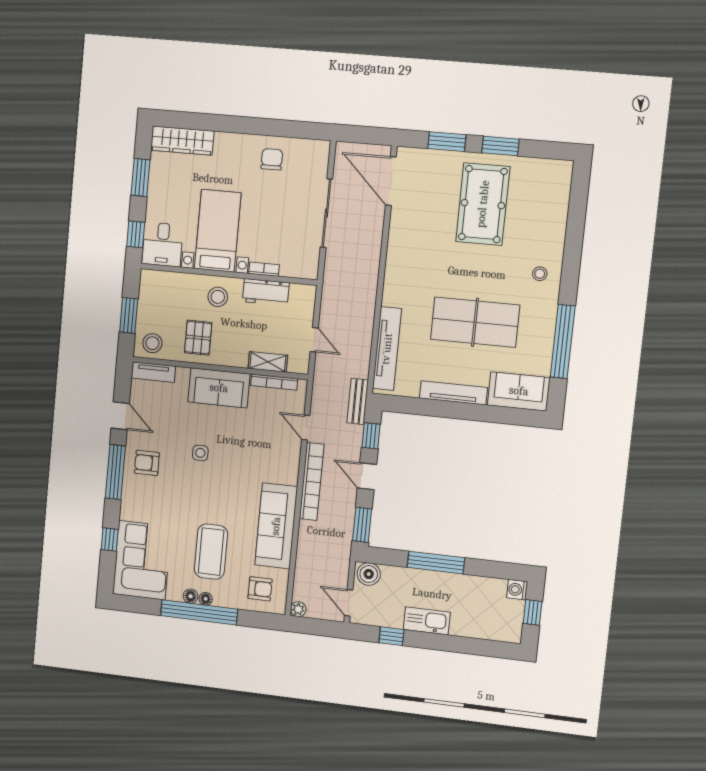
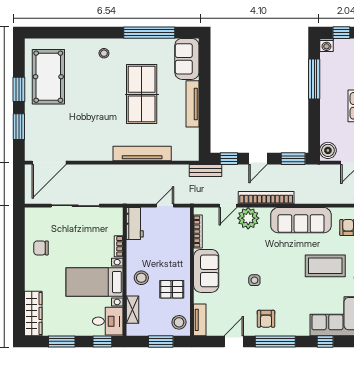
pool table: (483, 204) -> (48, 77), moved, turned 90
workbench: (266, 292) -> (135, 224), moved
tv unit: (387, 349) -> (142, 153), moved
shelving: (268, 362) -> (132, 310), moved
plant: (286, 454) -> (248, 218), added
window: (436, 563) -> (314, 79), moved

